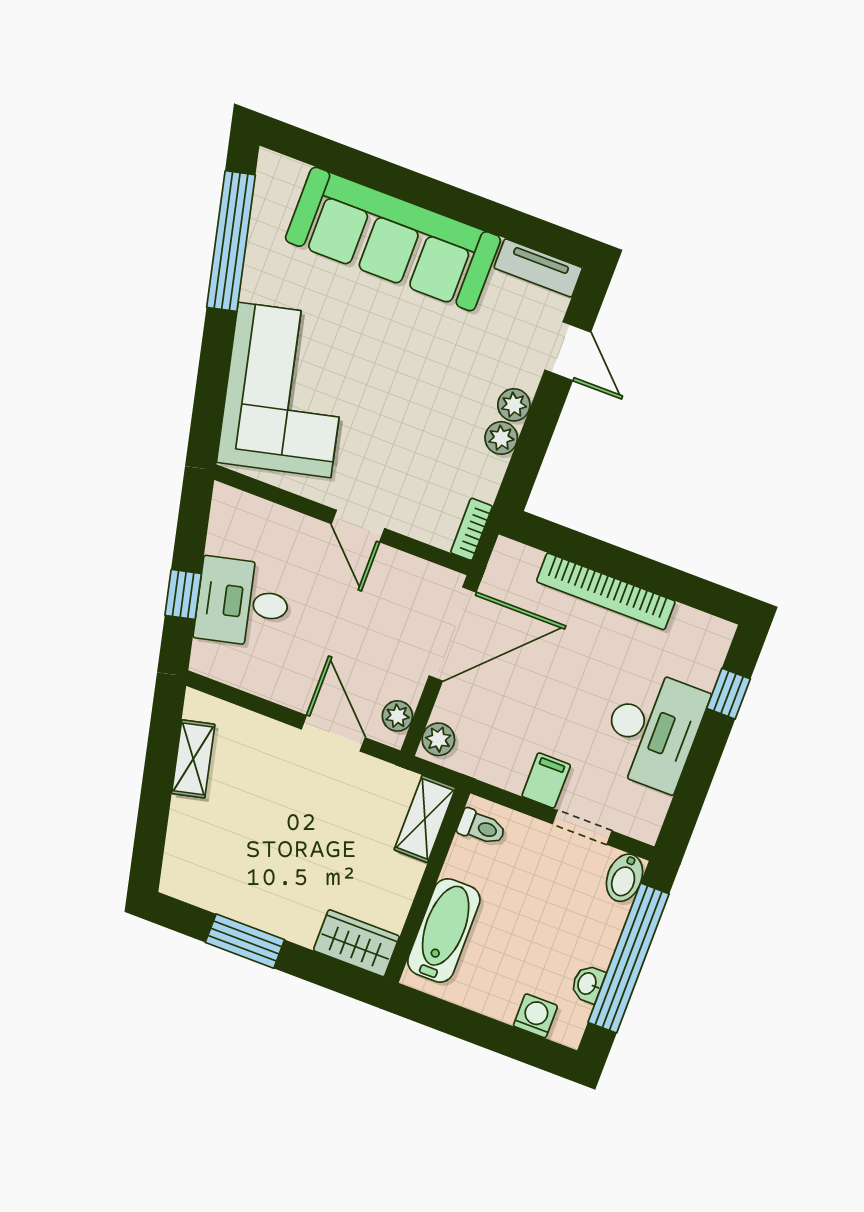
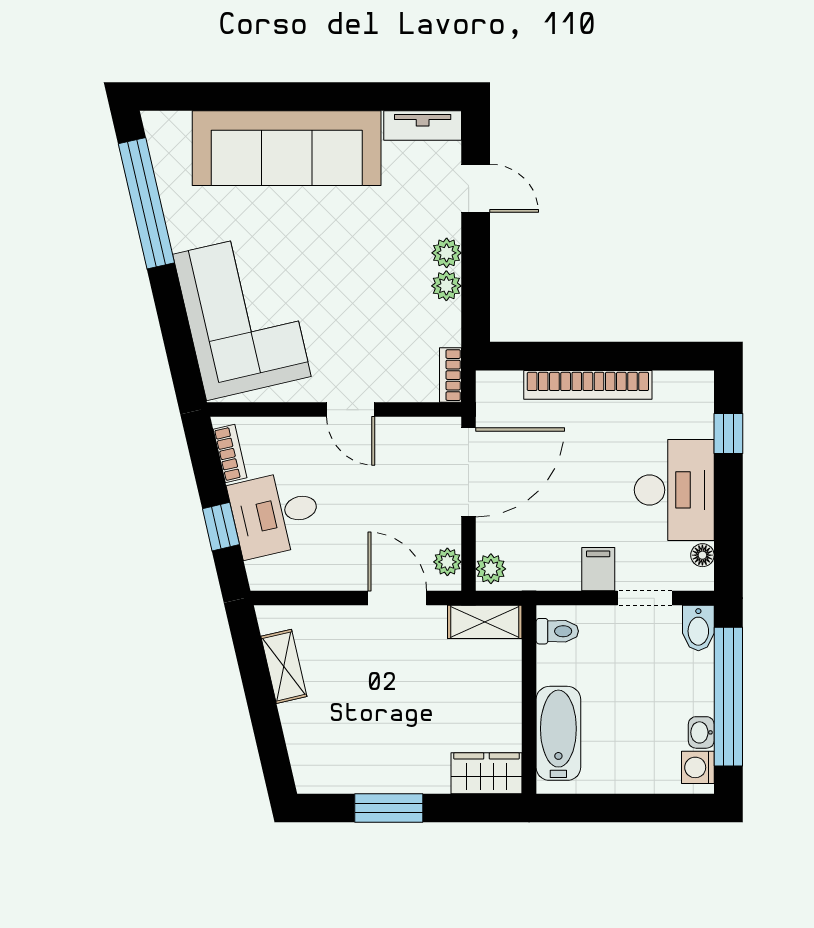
bookcase: (220, 524) -> (230, 453), added
floor lamp: (656, 806) -> (702, 555), added
shelving: (425, 819) -> (485, 622), moved, turned 90
washing machine: (535, 1016) -> (698, 767), moved, turned -90

